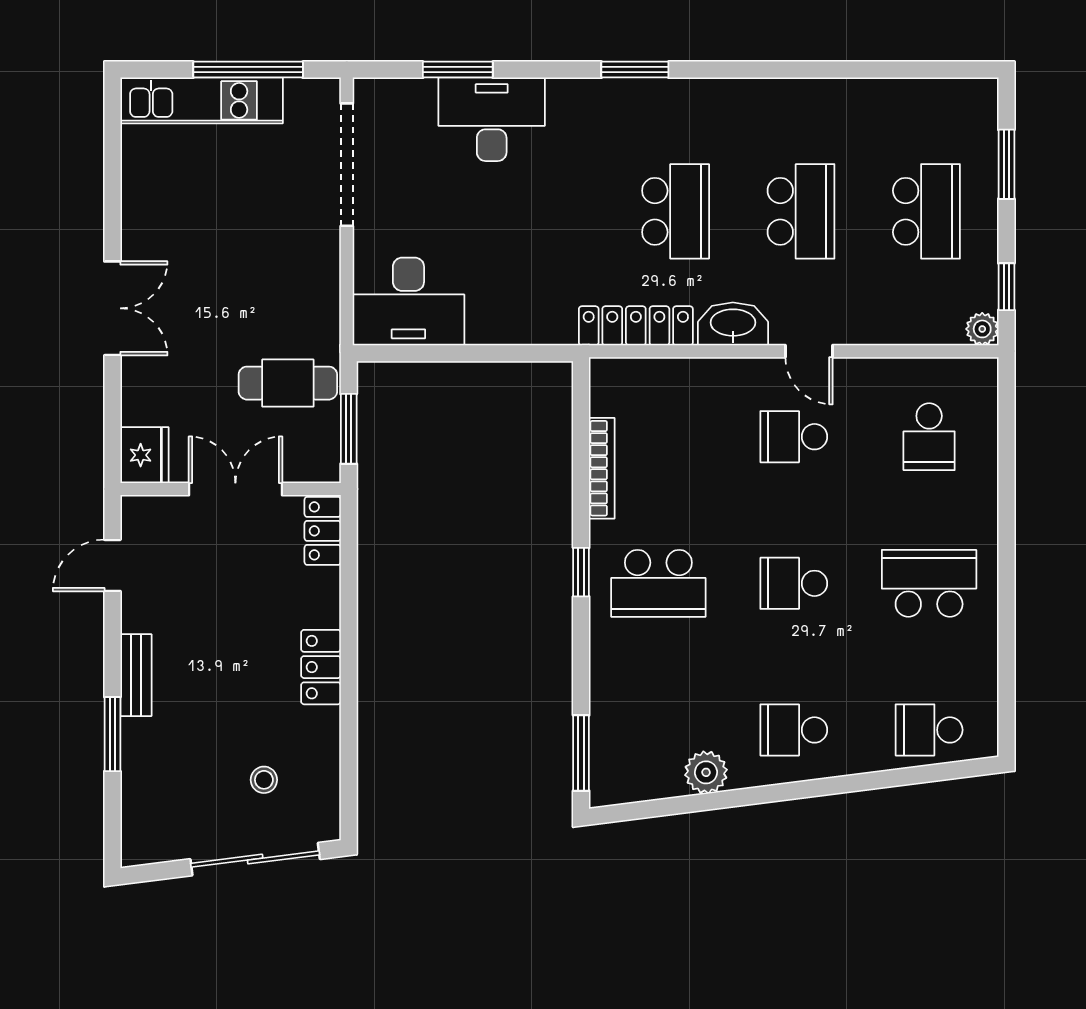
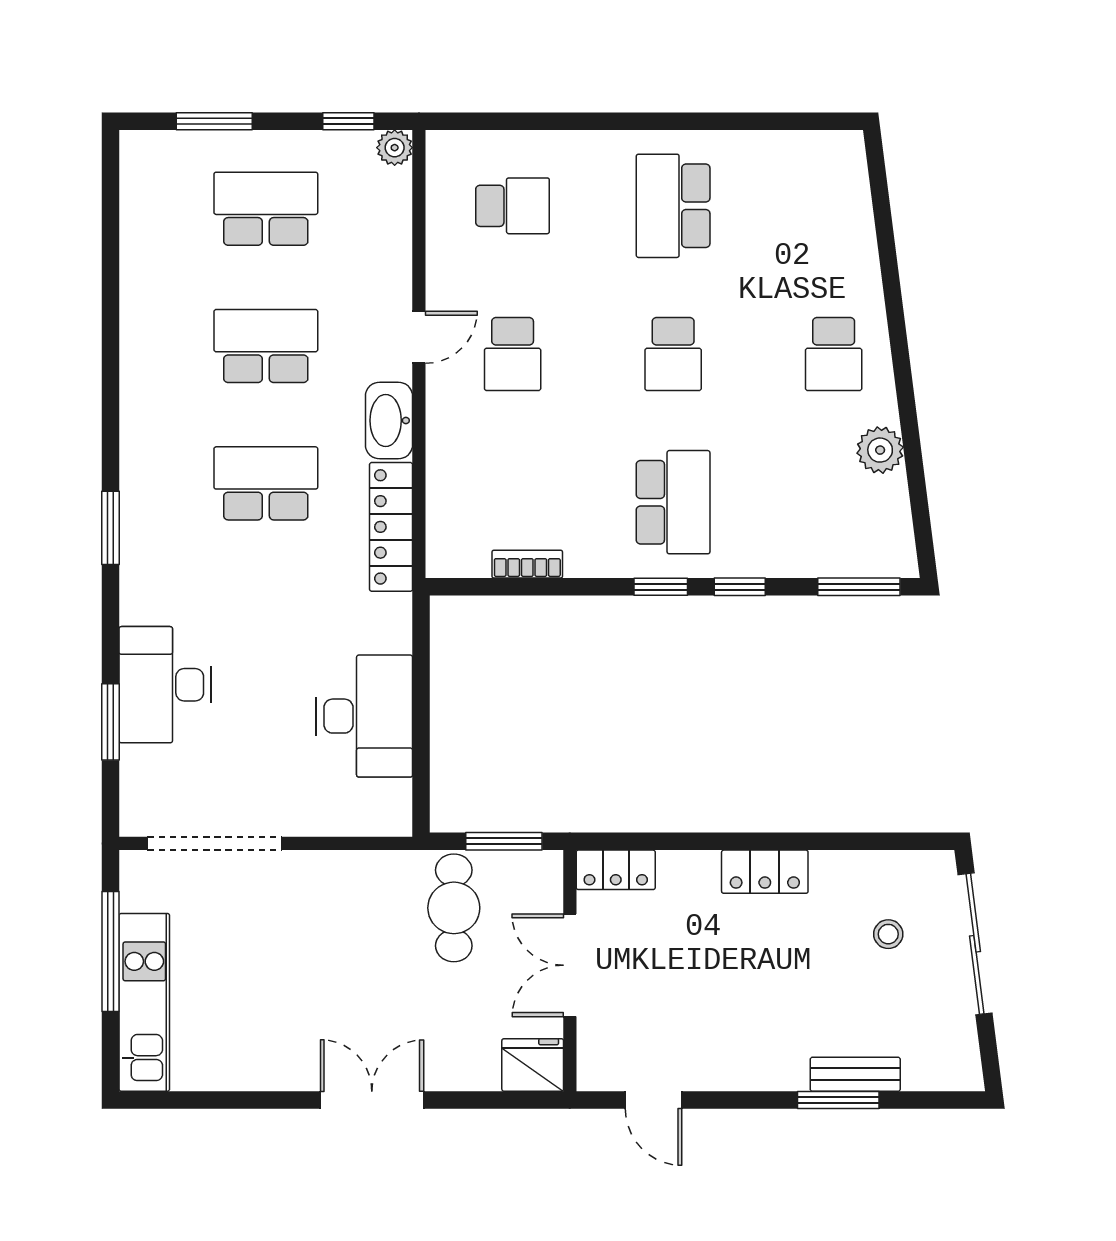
desk: (408, 301) -> (364, 716), moved
bookcase: (602, 468) -> (527, 564), width x0.64
window: (581, 644) -> (740, 587), added
bench: (136, 675) -> (855, 1074), moved
school desk: (929, 730) -> (834, 206), removed

